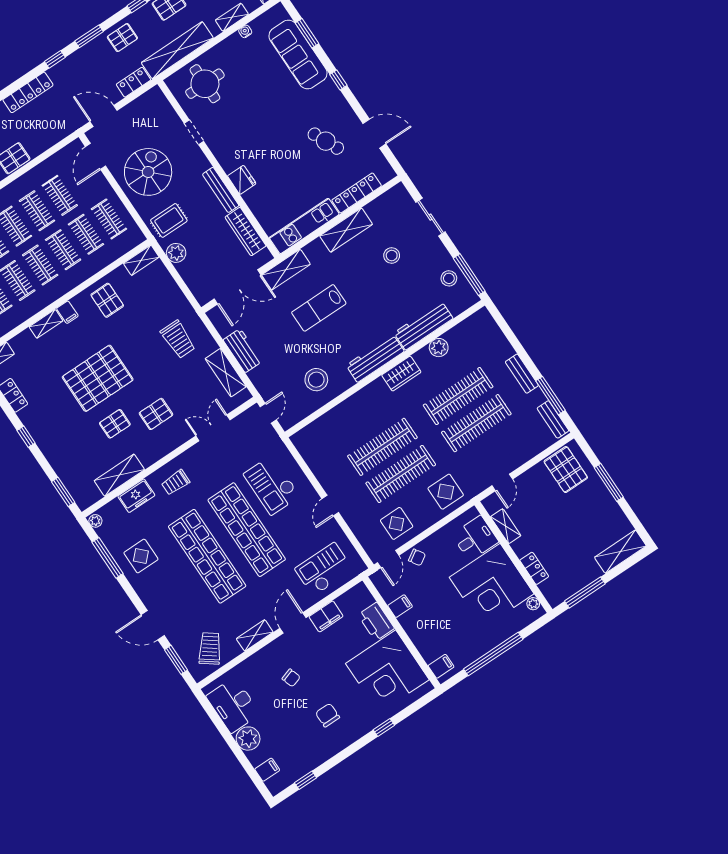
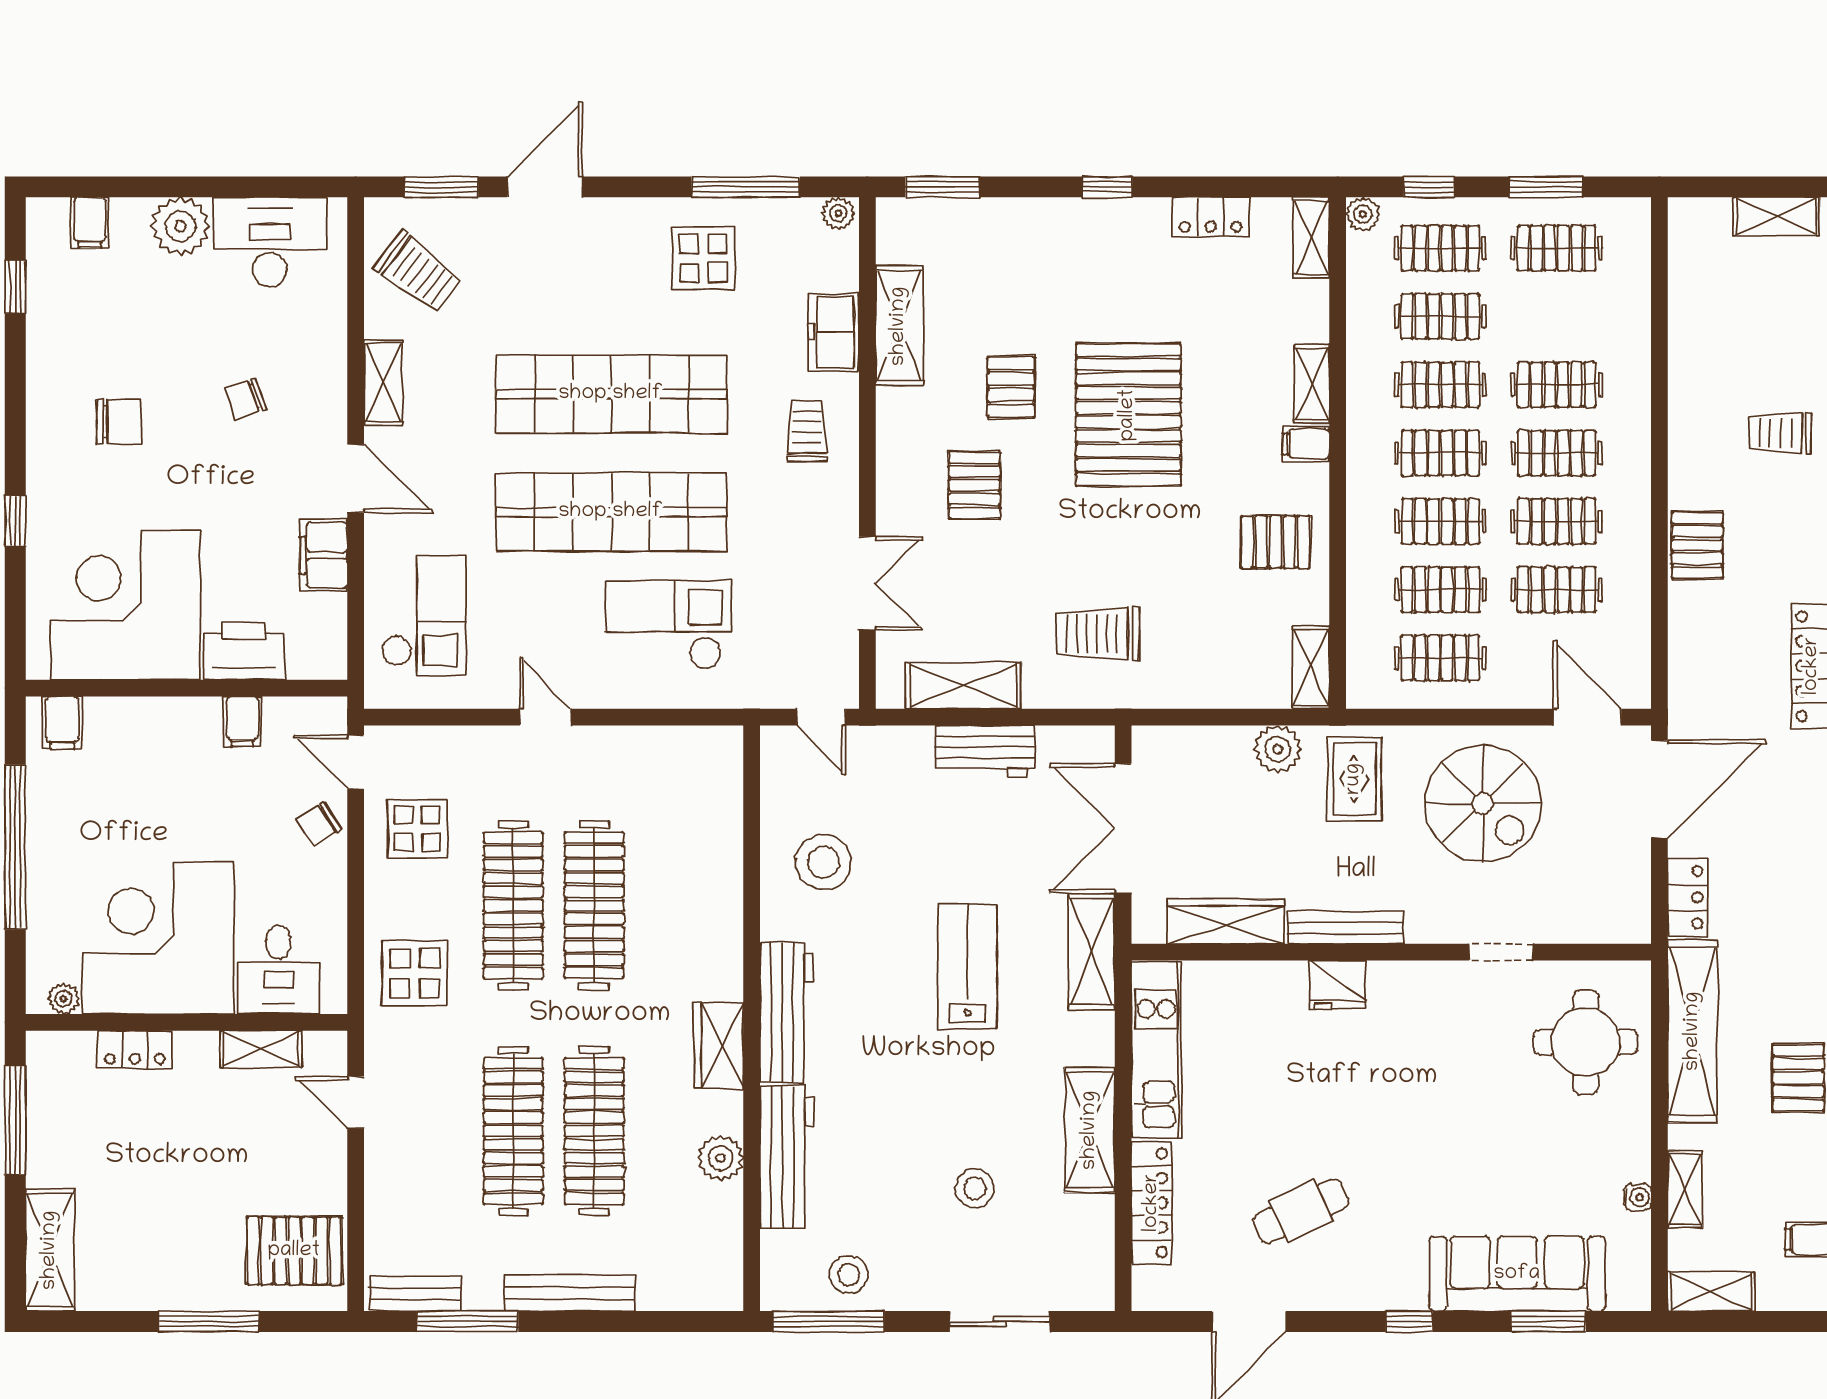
pallet: (122, 38) -> (1794, 936), removed
door: (104, 116) -> (1659, 789), width x1.36
bench: (522, 374) -> (569, 1293), width x1.36

